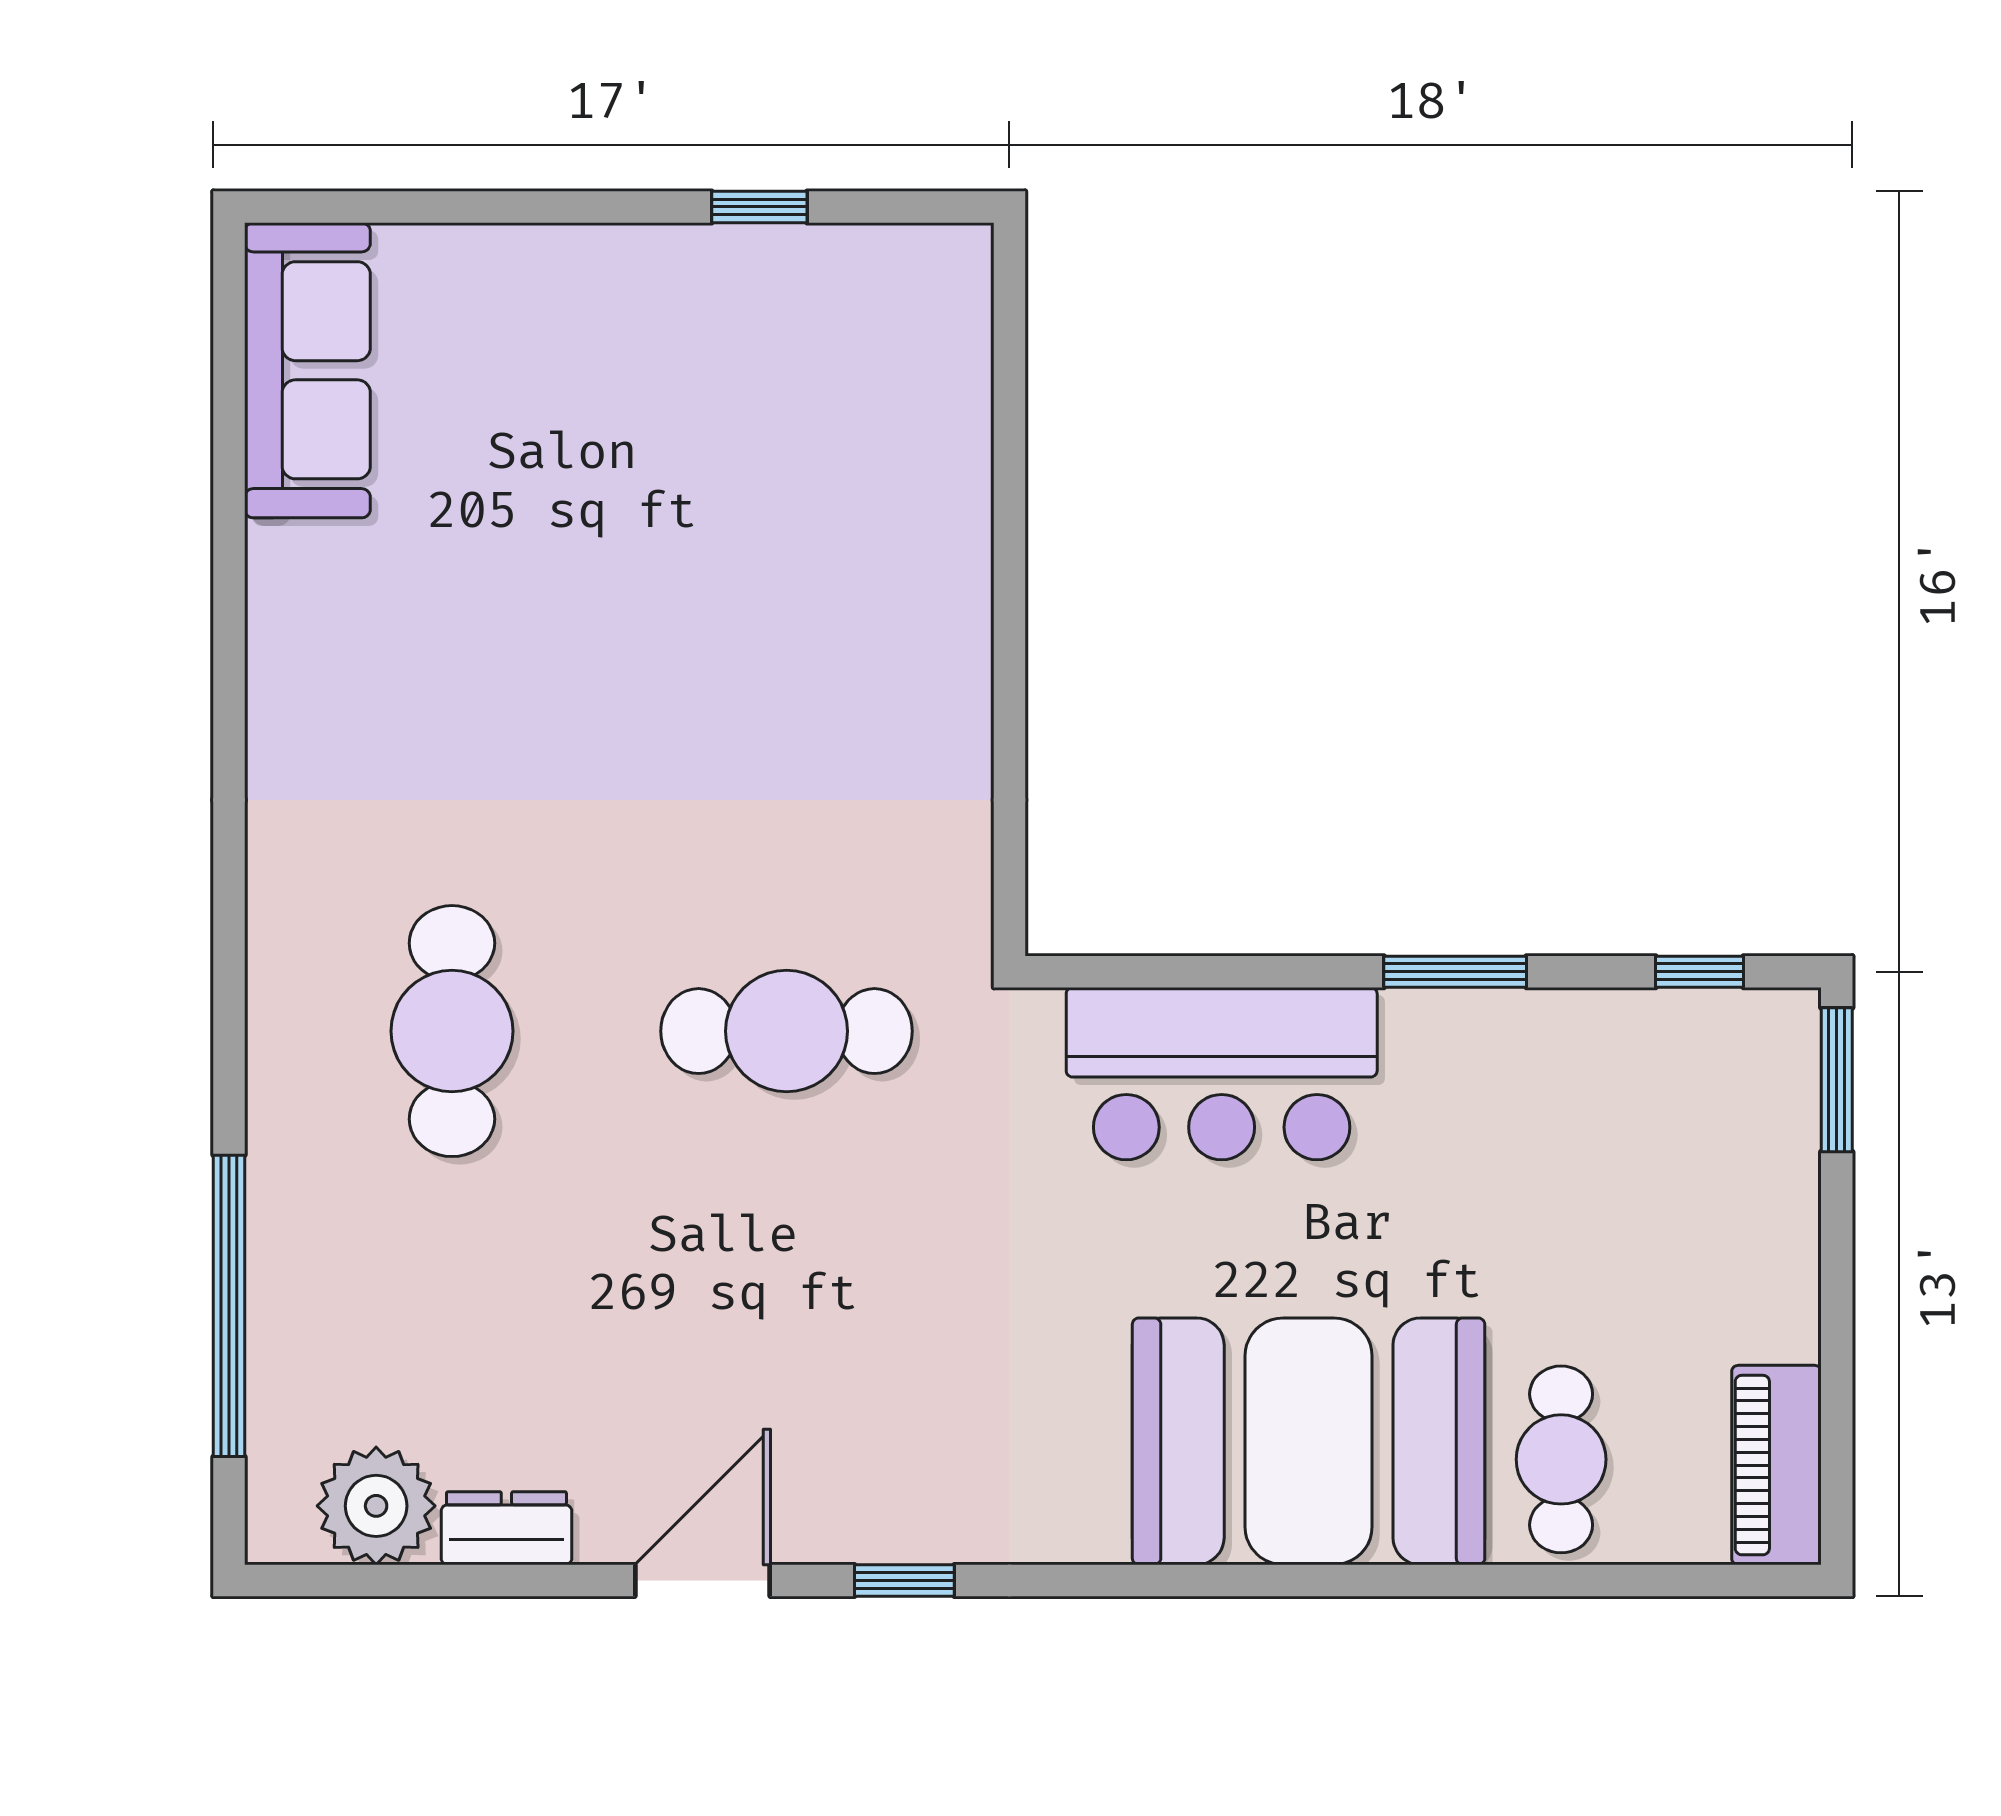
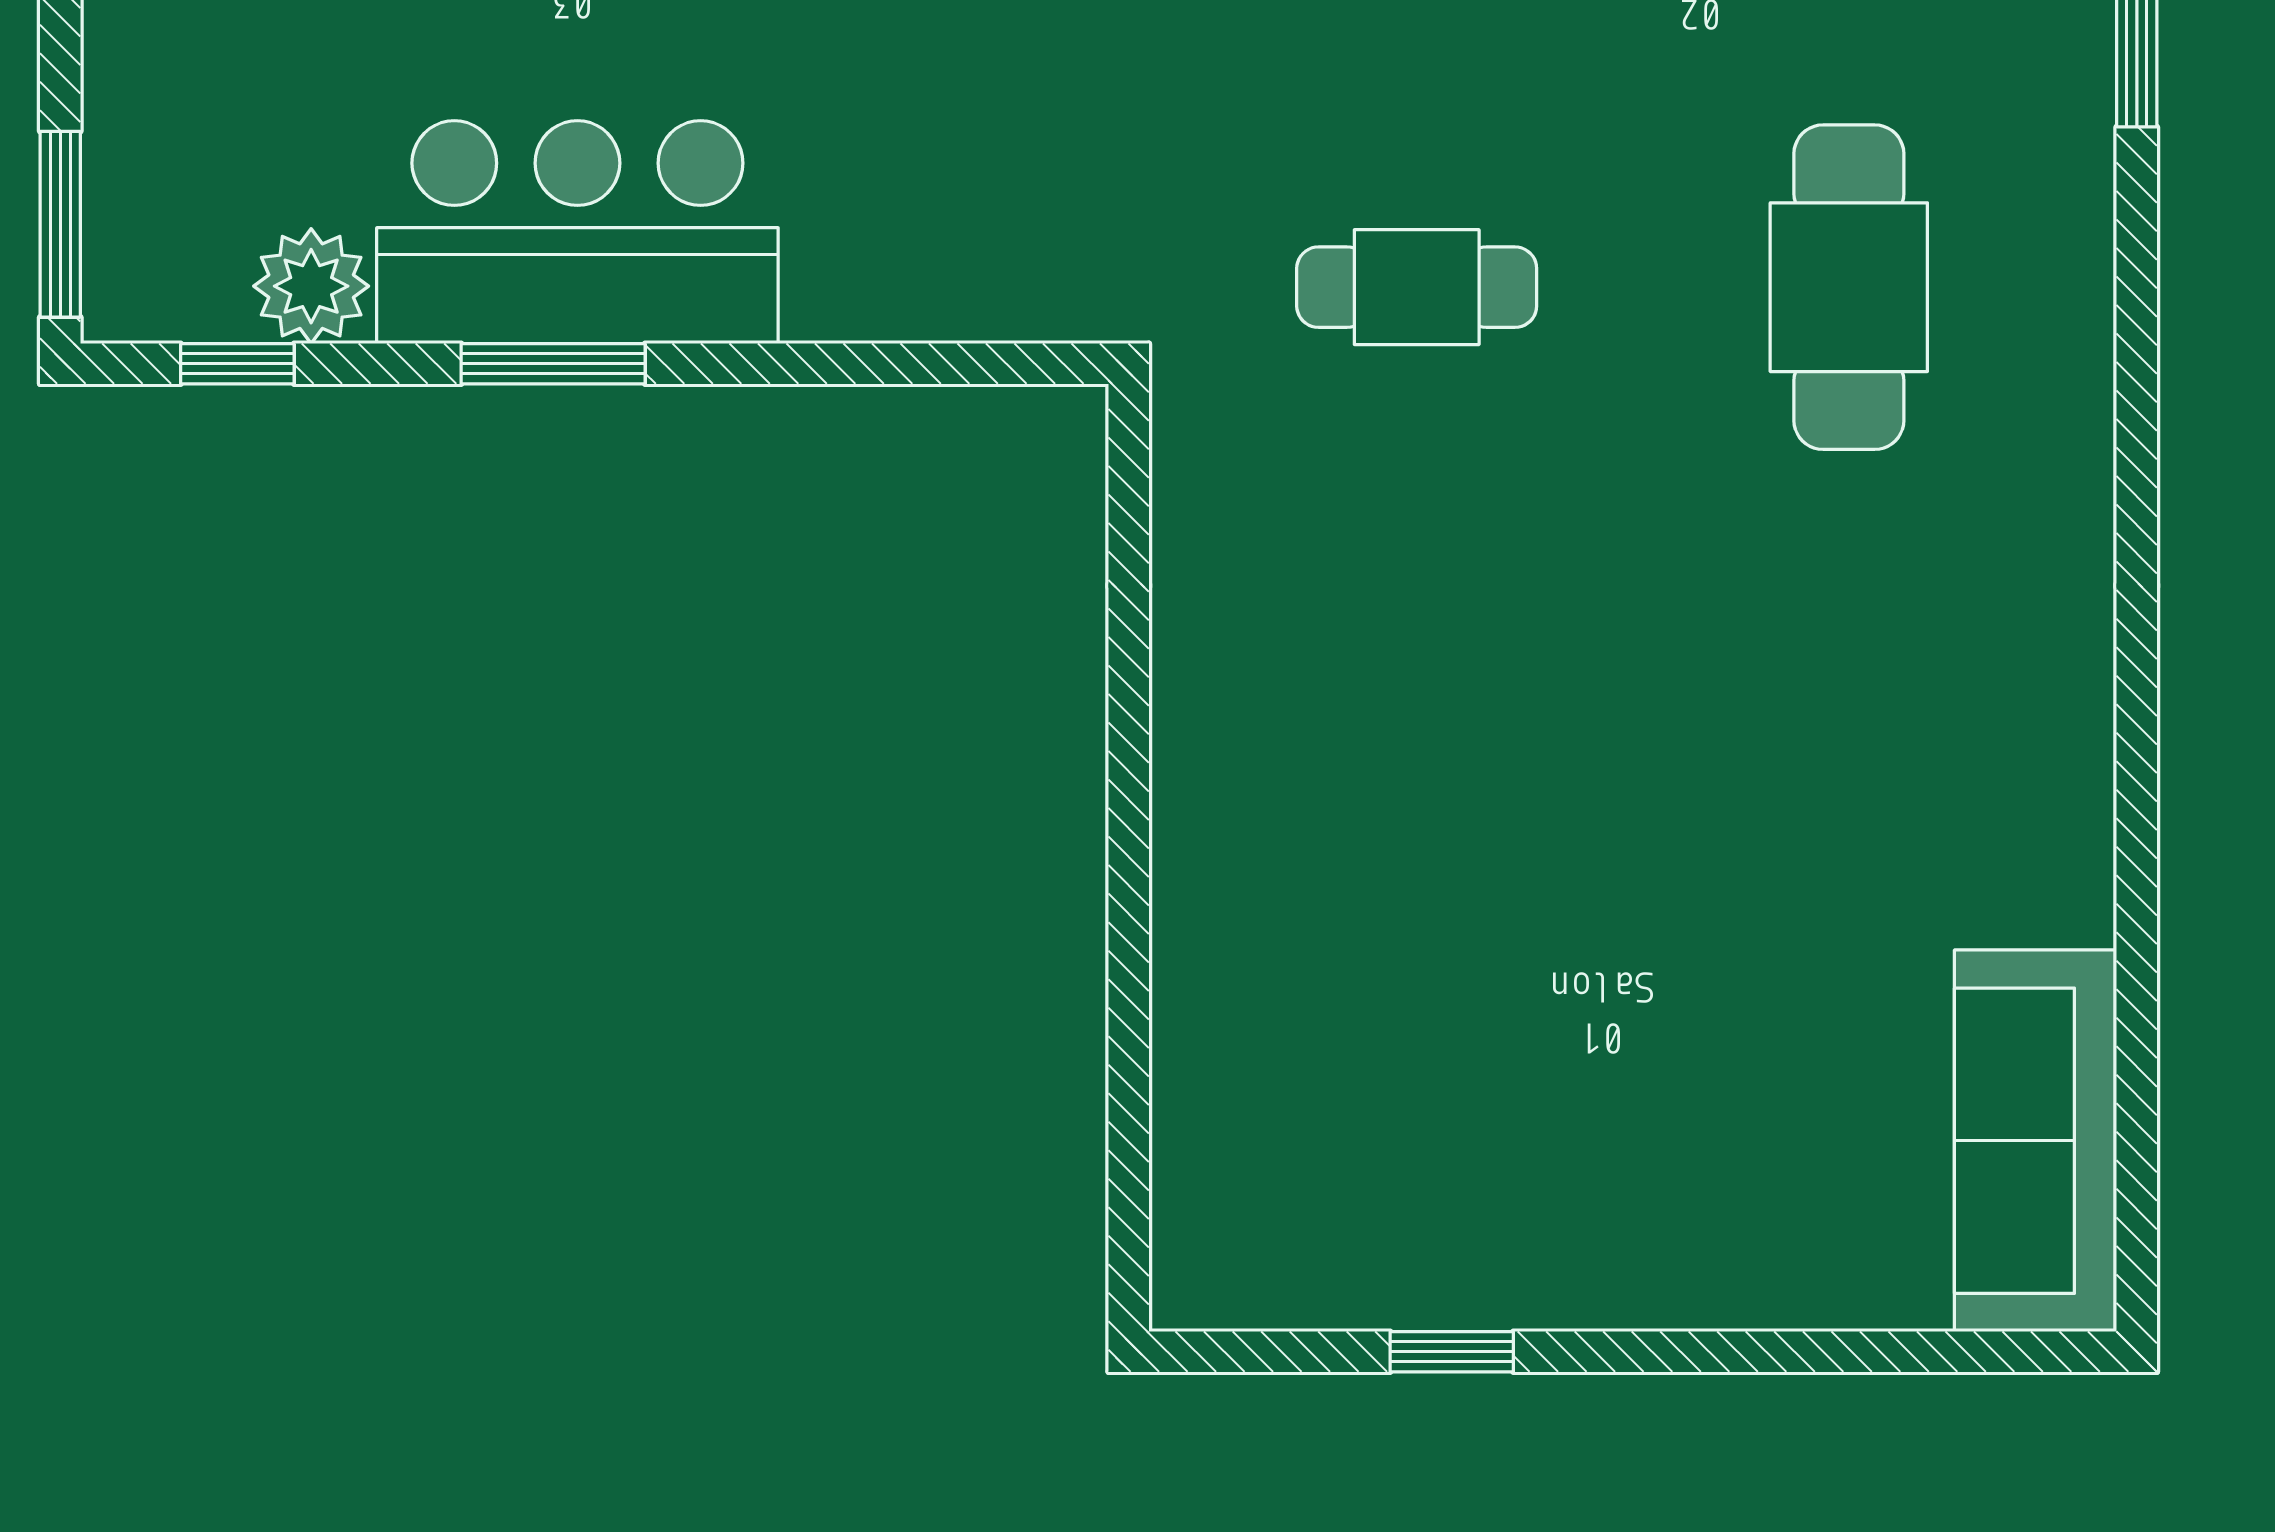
cafe table: (787, 1031) -> (1417, 287), width x0.73, depth x0.74
plant: (1642, 1032) -> (311, 286), added
bar counter: (1222, 1074) -> (577, 232), moved

